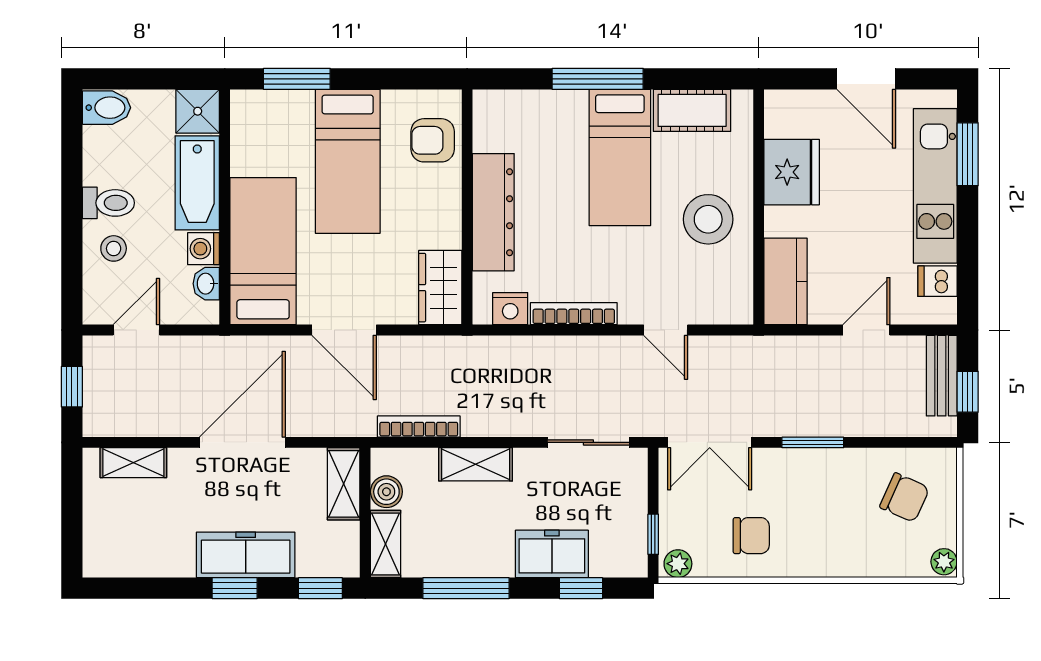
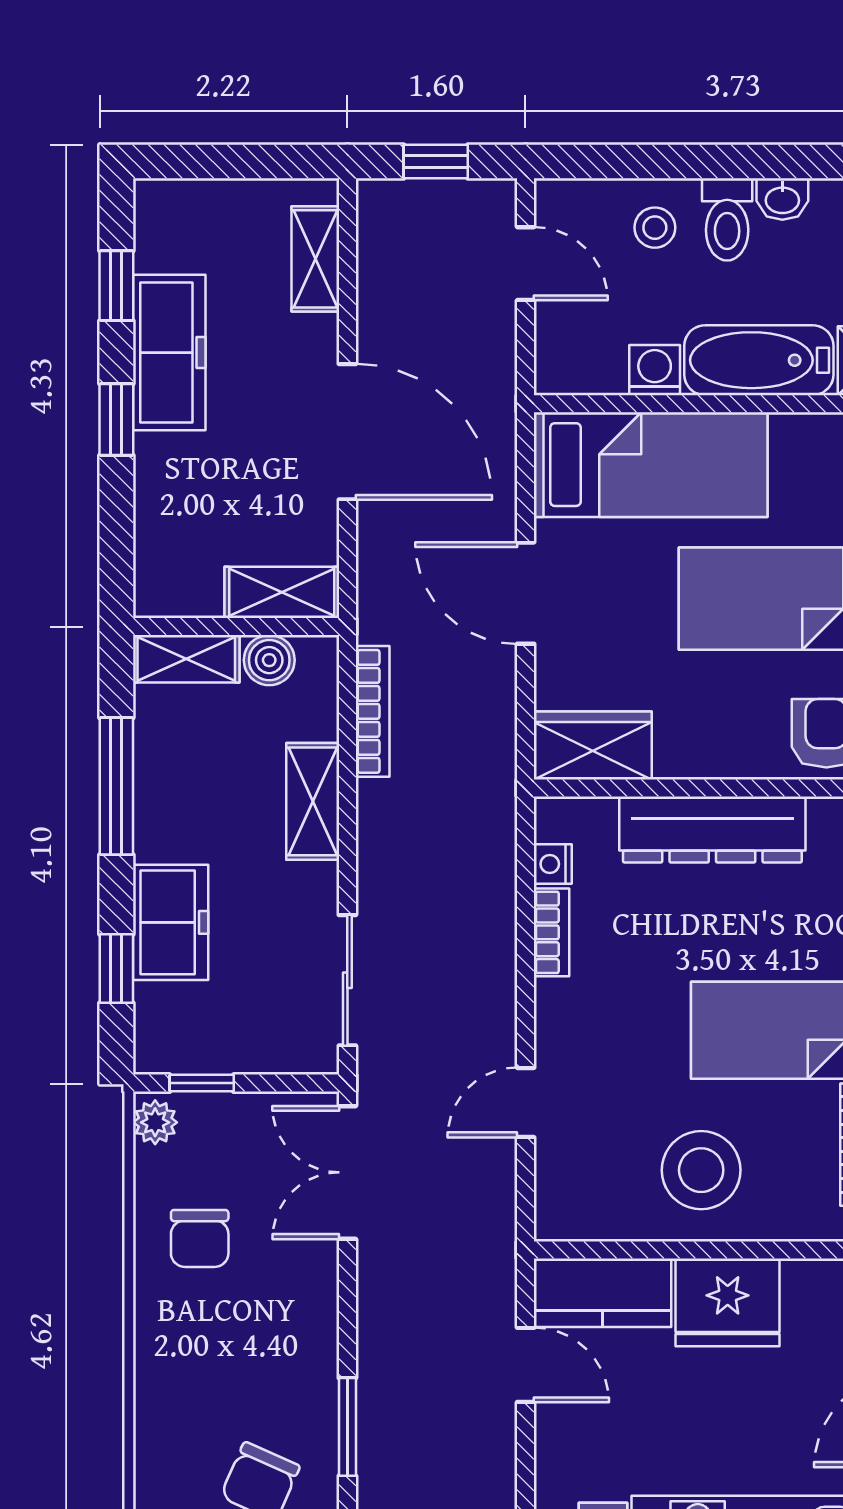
fridge: (792, 172) -> (728, 1302), moved
washbasin: (206, 284) -> (782, 199), moved, turned 180
nightstand: (510, 309) -> (553, 864), width x0.72, depth x0.74
bookcase: (574, 314) -> (552, 932), width x0.64
door: (344, 330) -> (526, 593), hinge flipped
door: (866, 330) -> (526, 1365), moved
window: (813, 442) -> (347, 1427), moved
freezer: (246, 555) -> (169, 353), moved
window: (320, 588) -> (116, 286), moved

